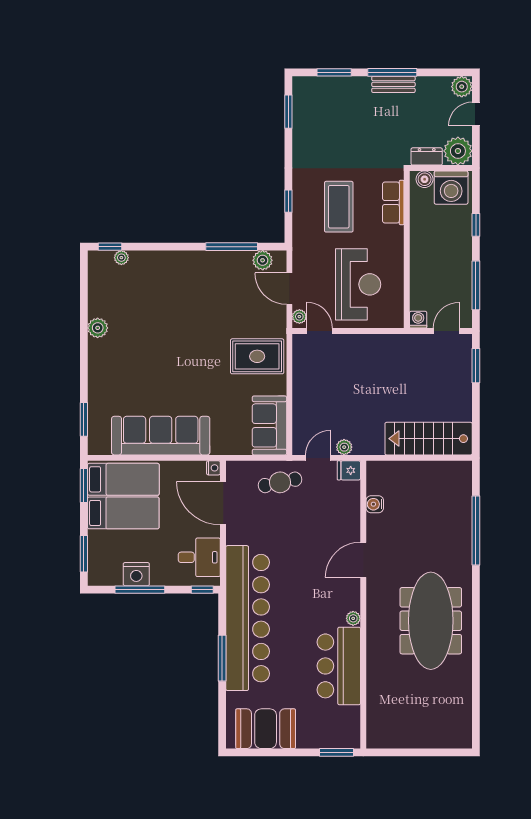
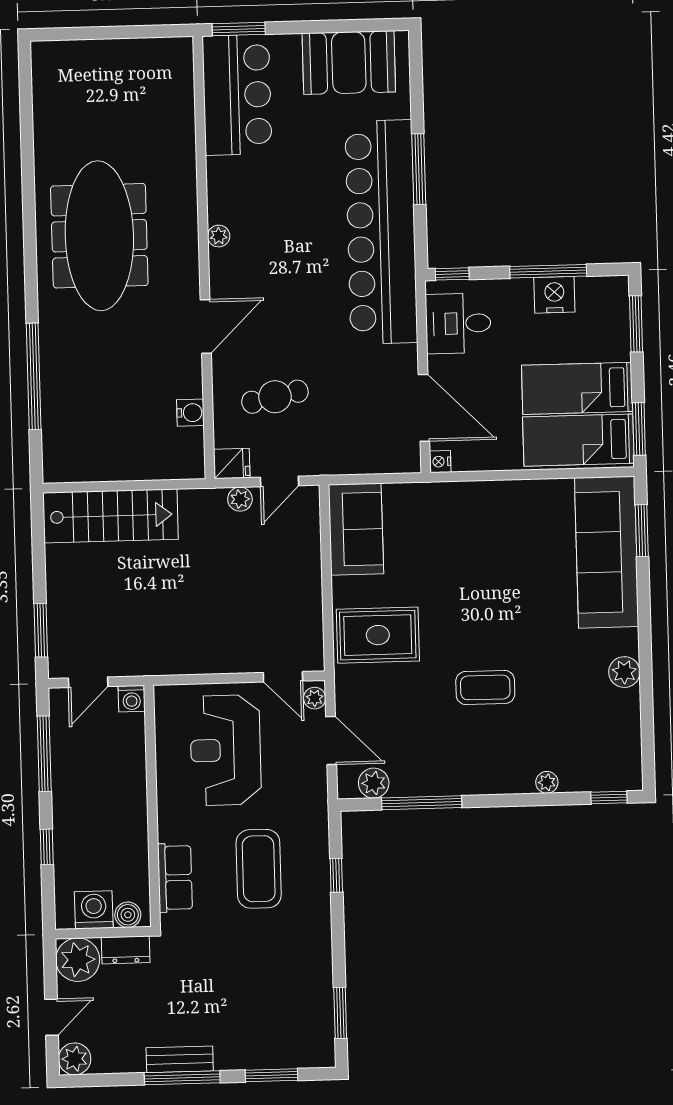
washing machine: (451, 188) -> (94, 910), width x0.73, depth x0.73
plant: (121, 258) -> (547, 782), moved
coffee table: (188, 320) -> (485, 687), added
sofa: (161, 436) -> (607, 552), moved, turned 90
cafe table: (280, 482) -> (275, 397), moved
bar counter: (339, 666) -> (237, 95), moved

